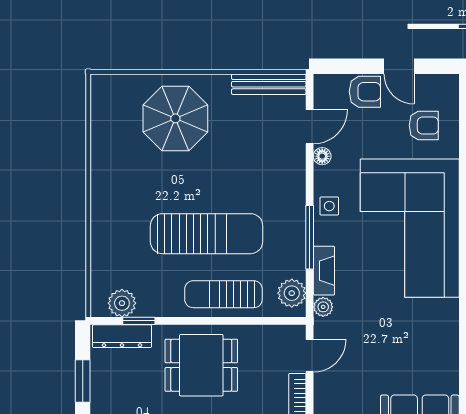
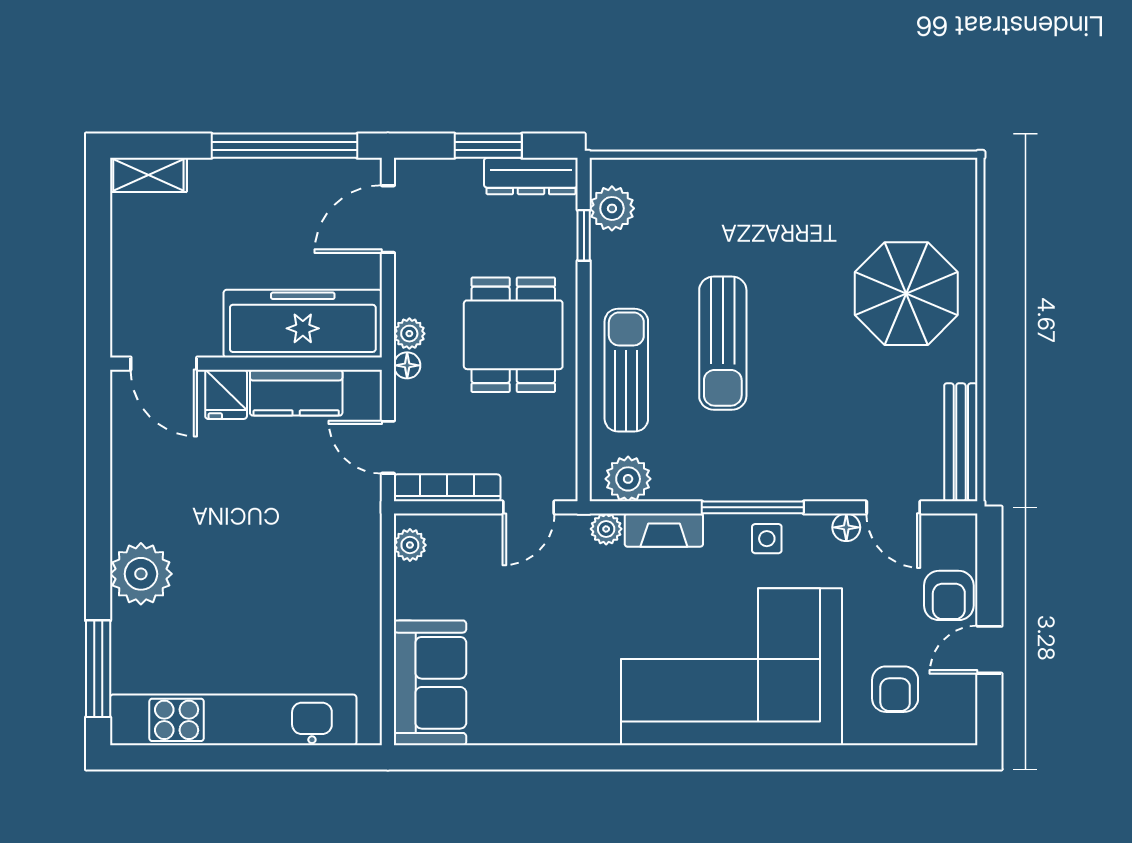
sun lounger: (207, 234) -> (723, 343), width x0.73, depth x0.75
window: (310, 237) -> (753, 507), moved
dresser: (122, 336) -> (531, 176), moved, turned -90
door: (310, 356) -> (528, 507), hinge flipped

